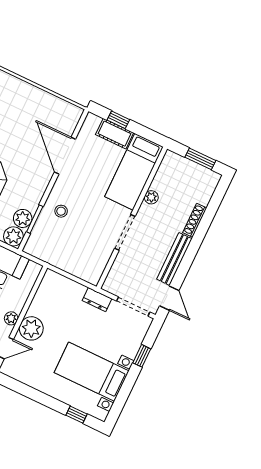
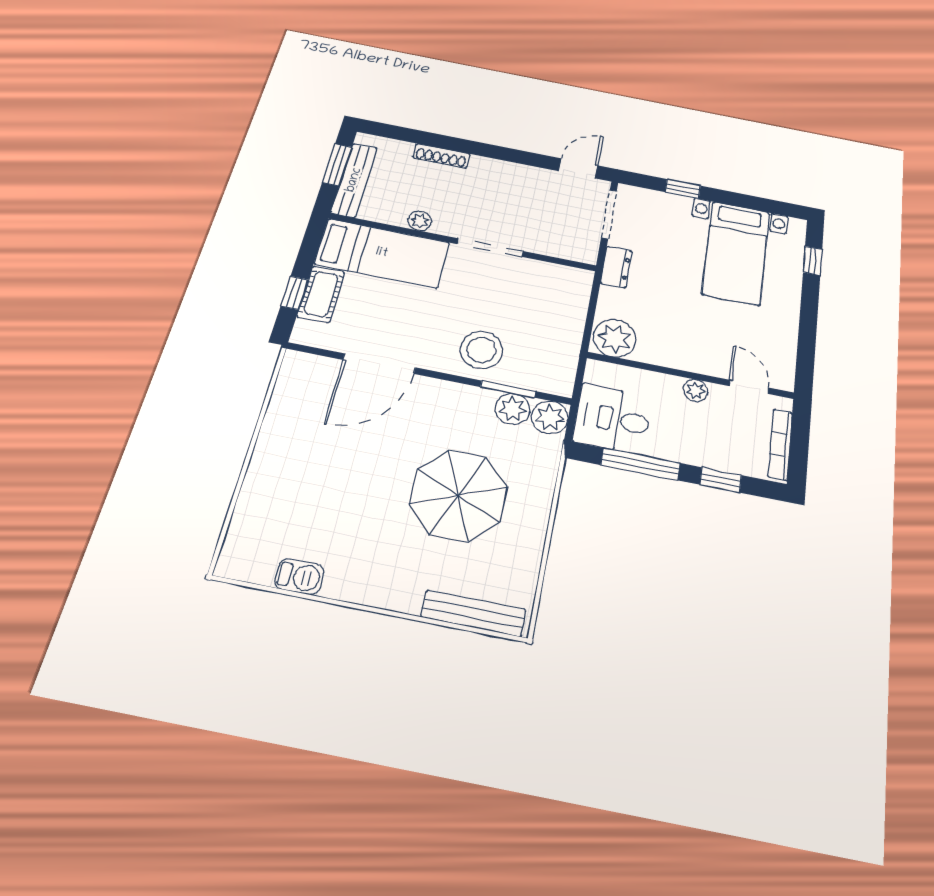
stool: (61, 211) -> (481, 350), width x1.89, depth x1.89
bench: (174, 259) -> (354, 180), moved, turned 90
plant: (31, 328) -> (615, 338), moved

